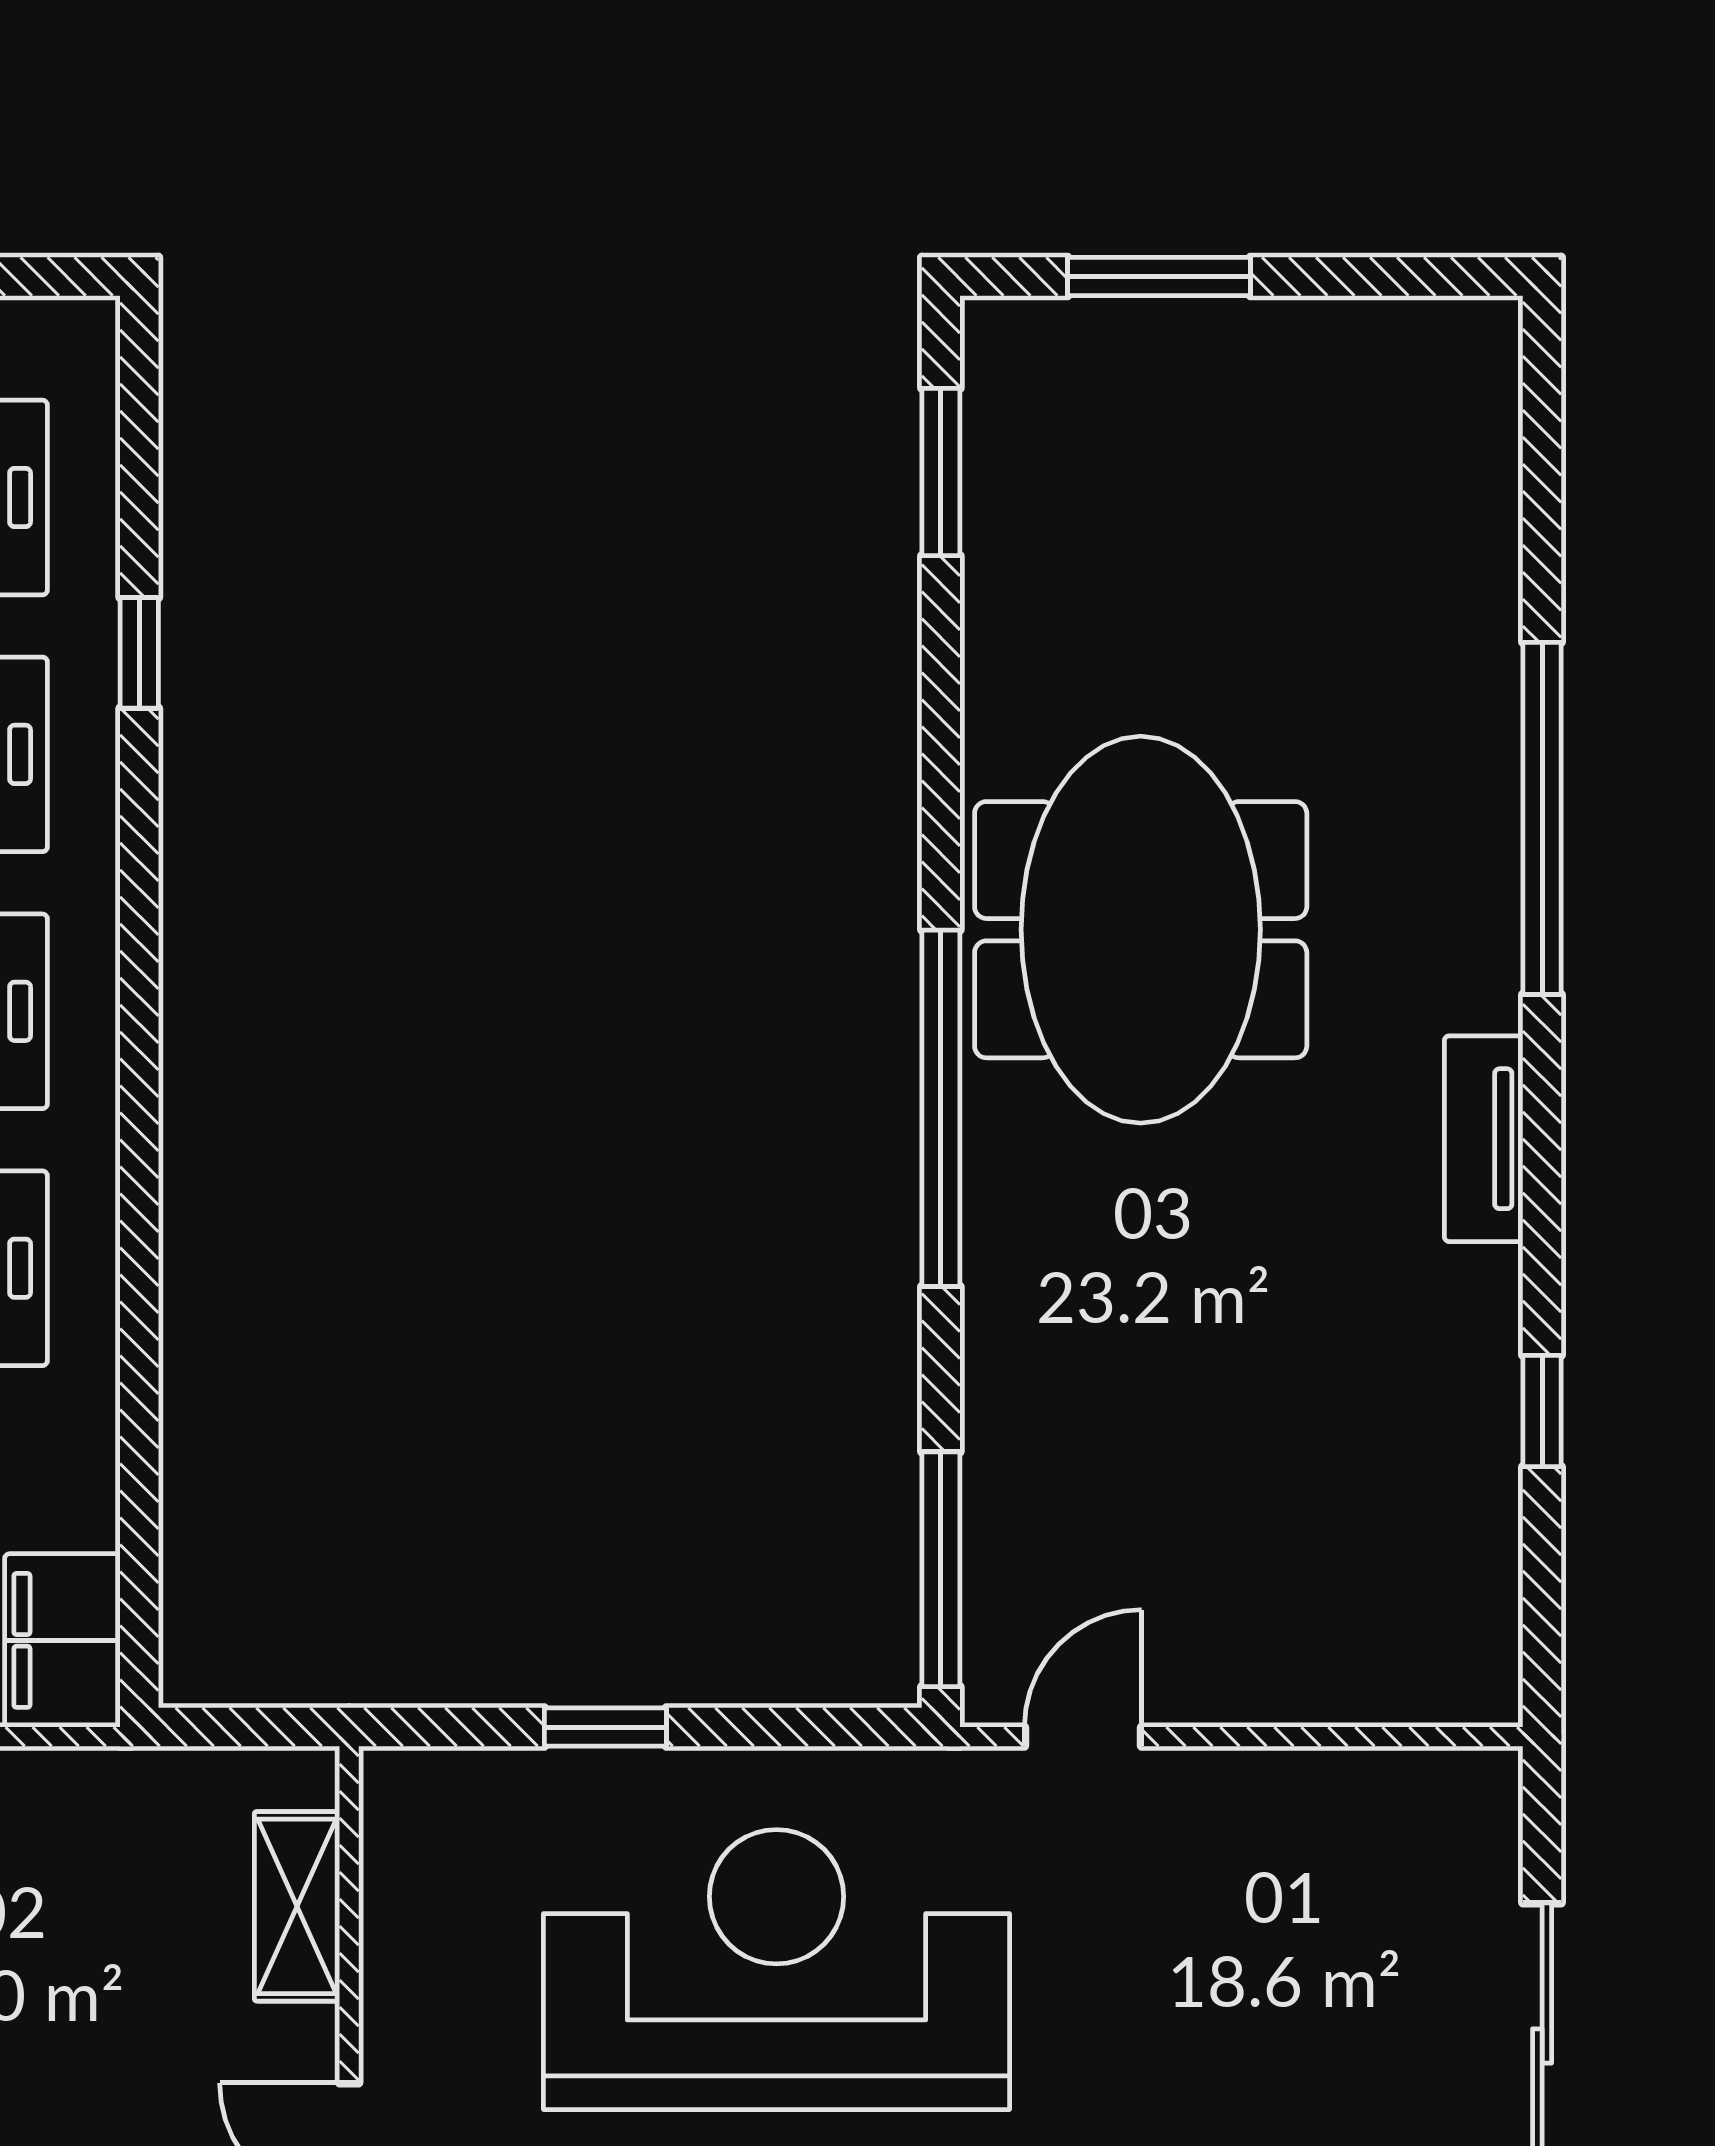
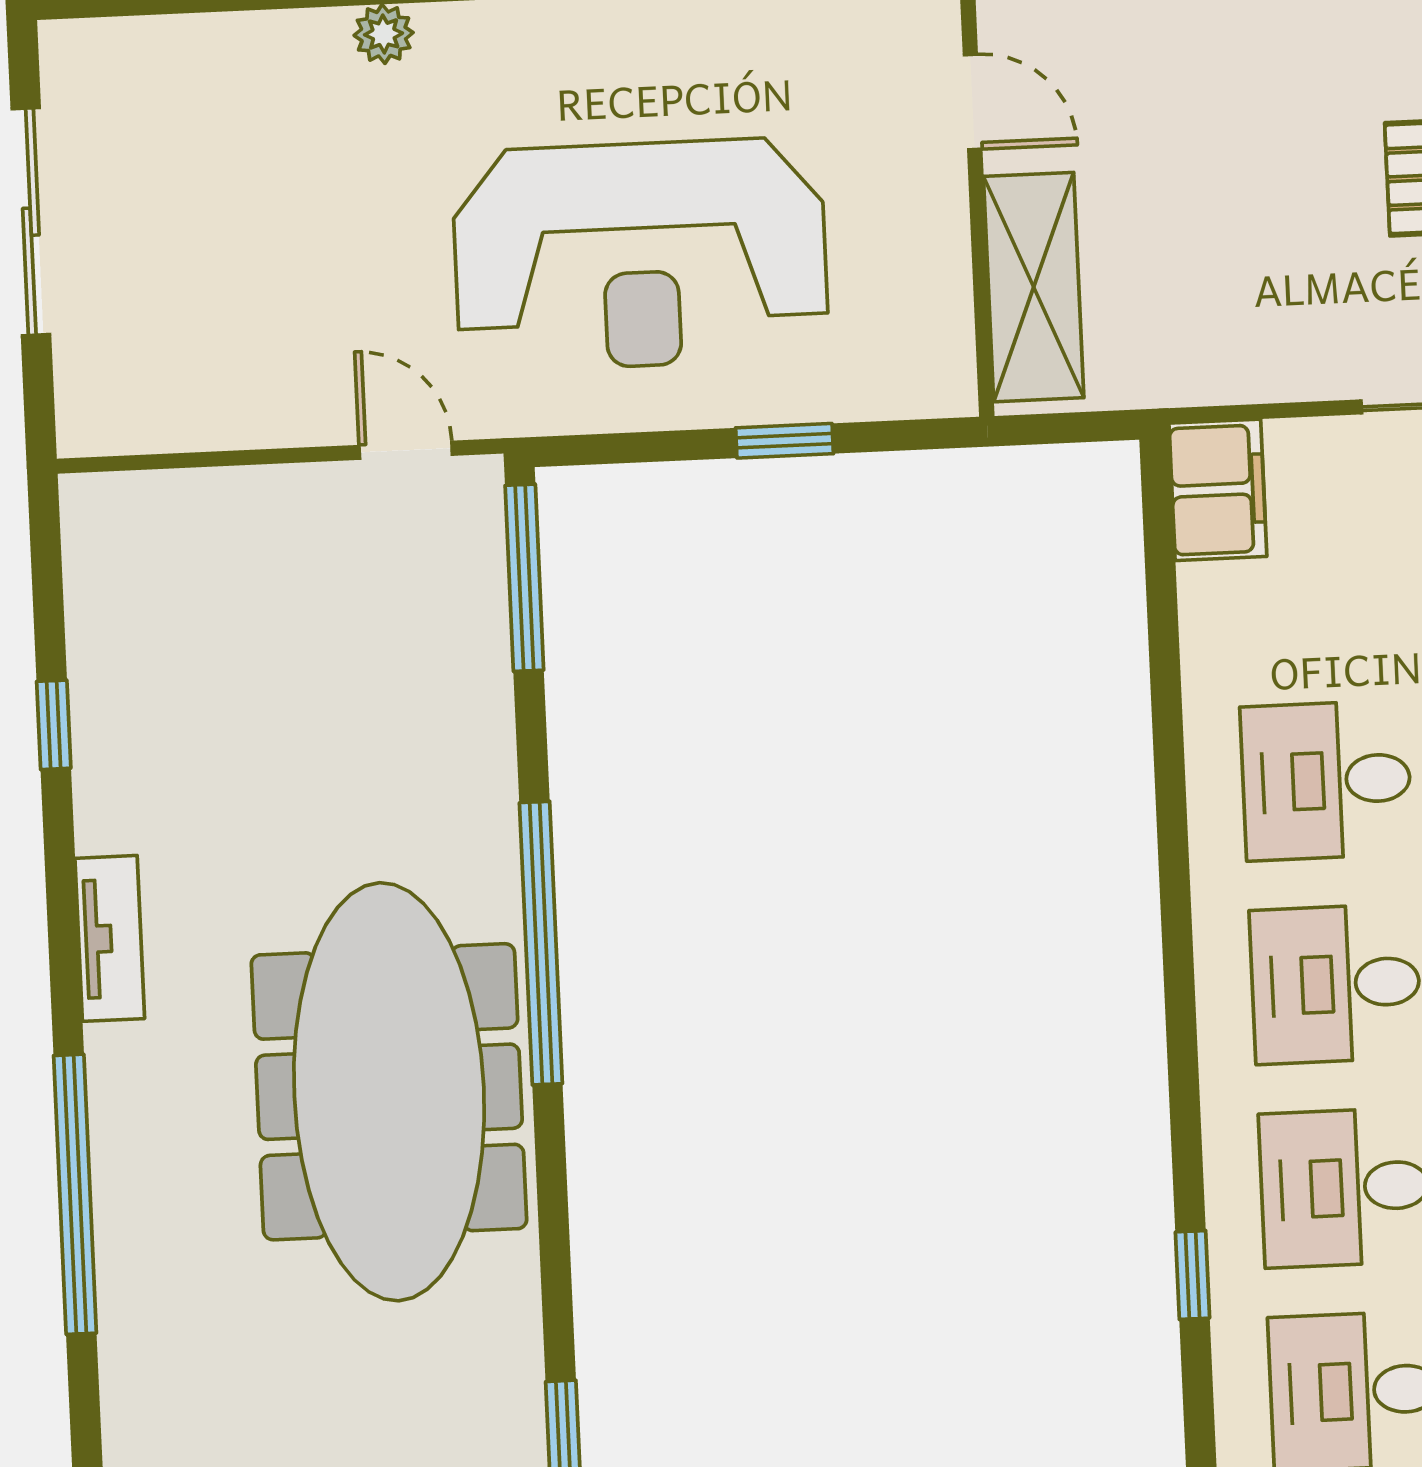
meeting table: (1141, 930) -> (389, 1092), width x1.36
door: (1083, 1737) -> (406, 450), swing flipped
shelving: (297, 1906) -> (1034, 287), width x1.50, depth x1.33

